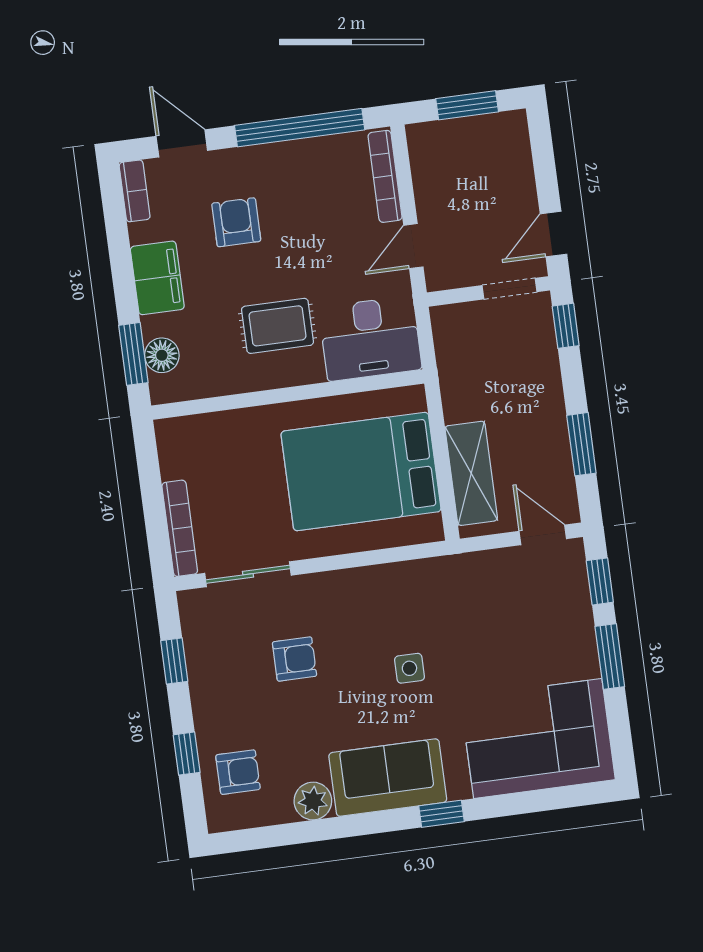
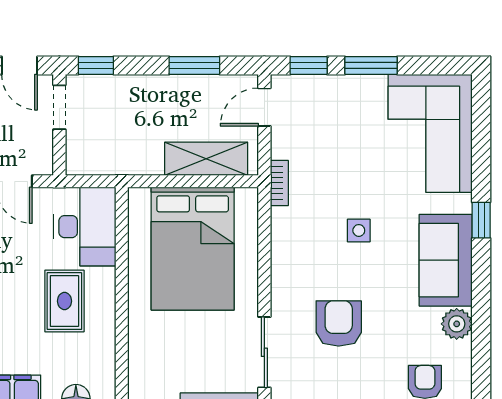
bookcase: (454, 565) -> (279, 183), added
armchair: (294, 659) -> (339, 323), width x1.38, depth x1.38

